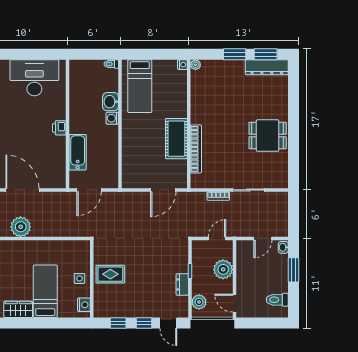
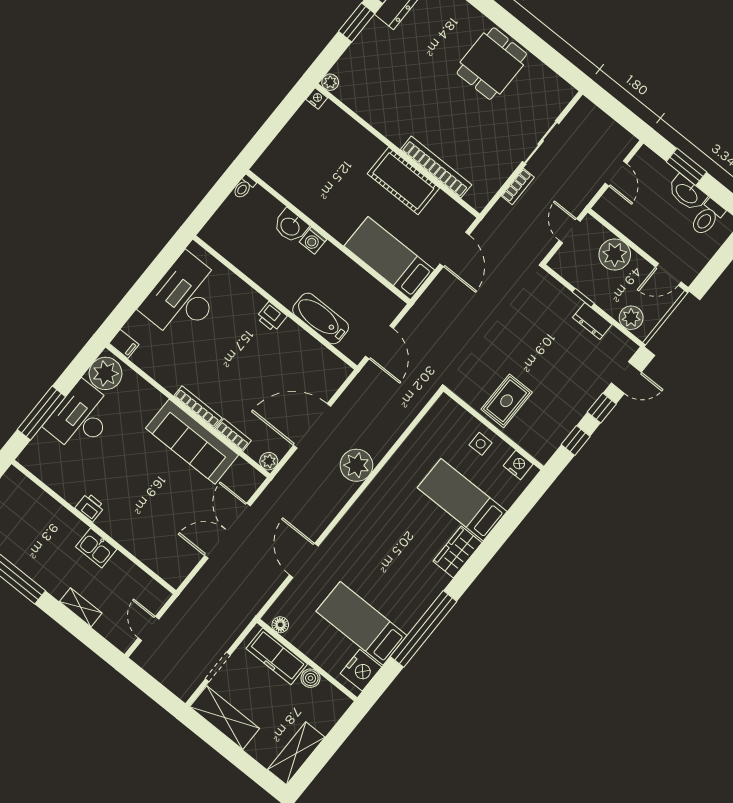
bed: (140, 86) -> (389, 258), moved, turned 180
washbasin: (283, 247) -> (687, 193), moved, width x1.91, depth x1.45

